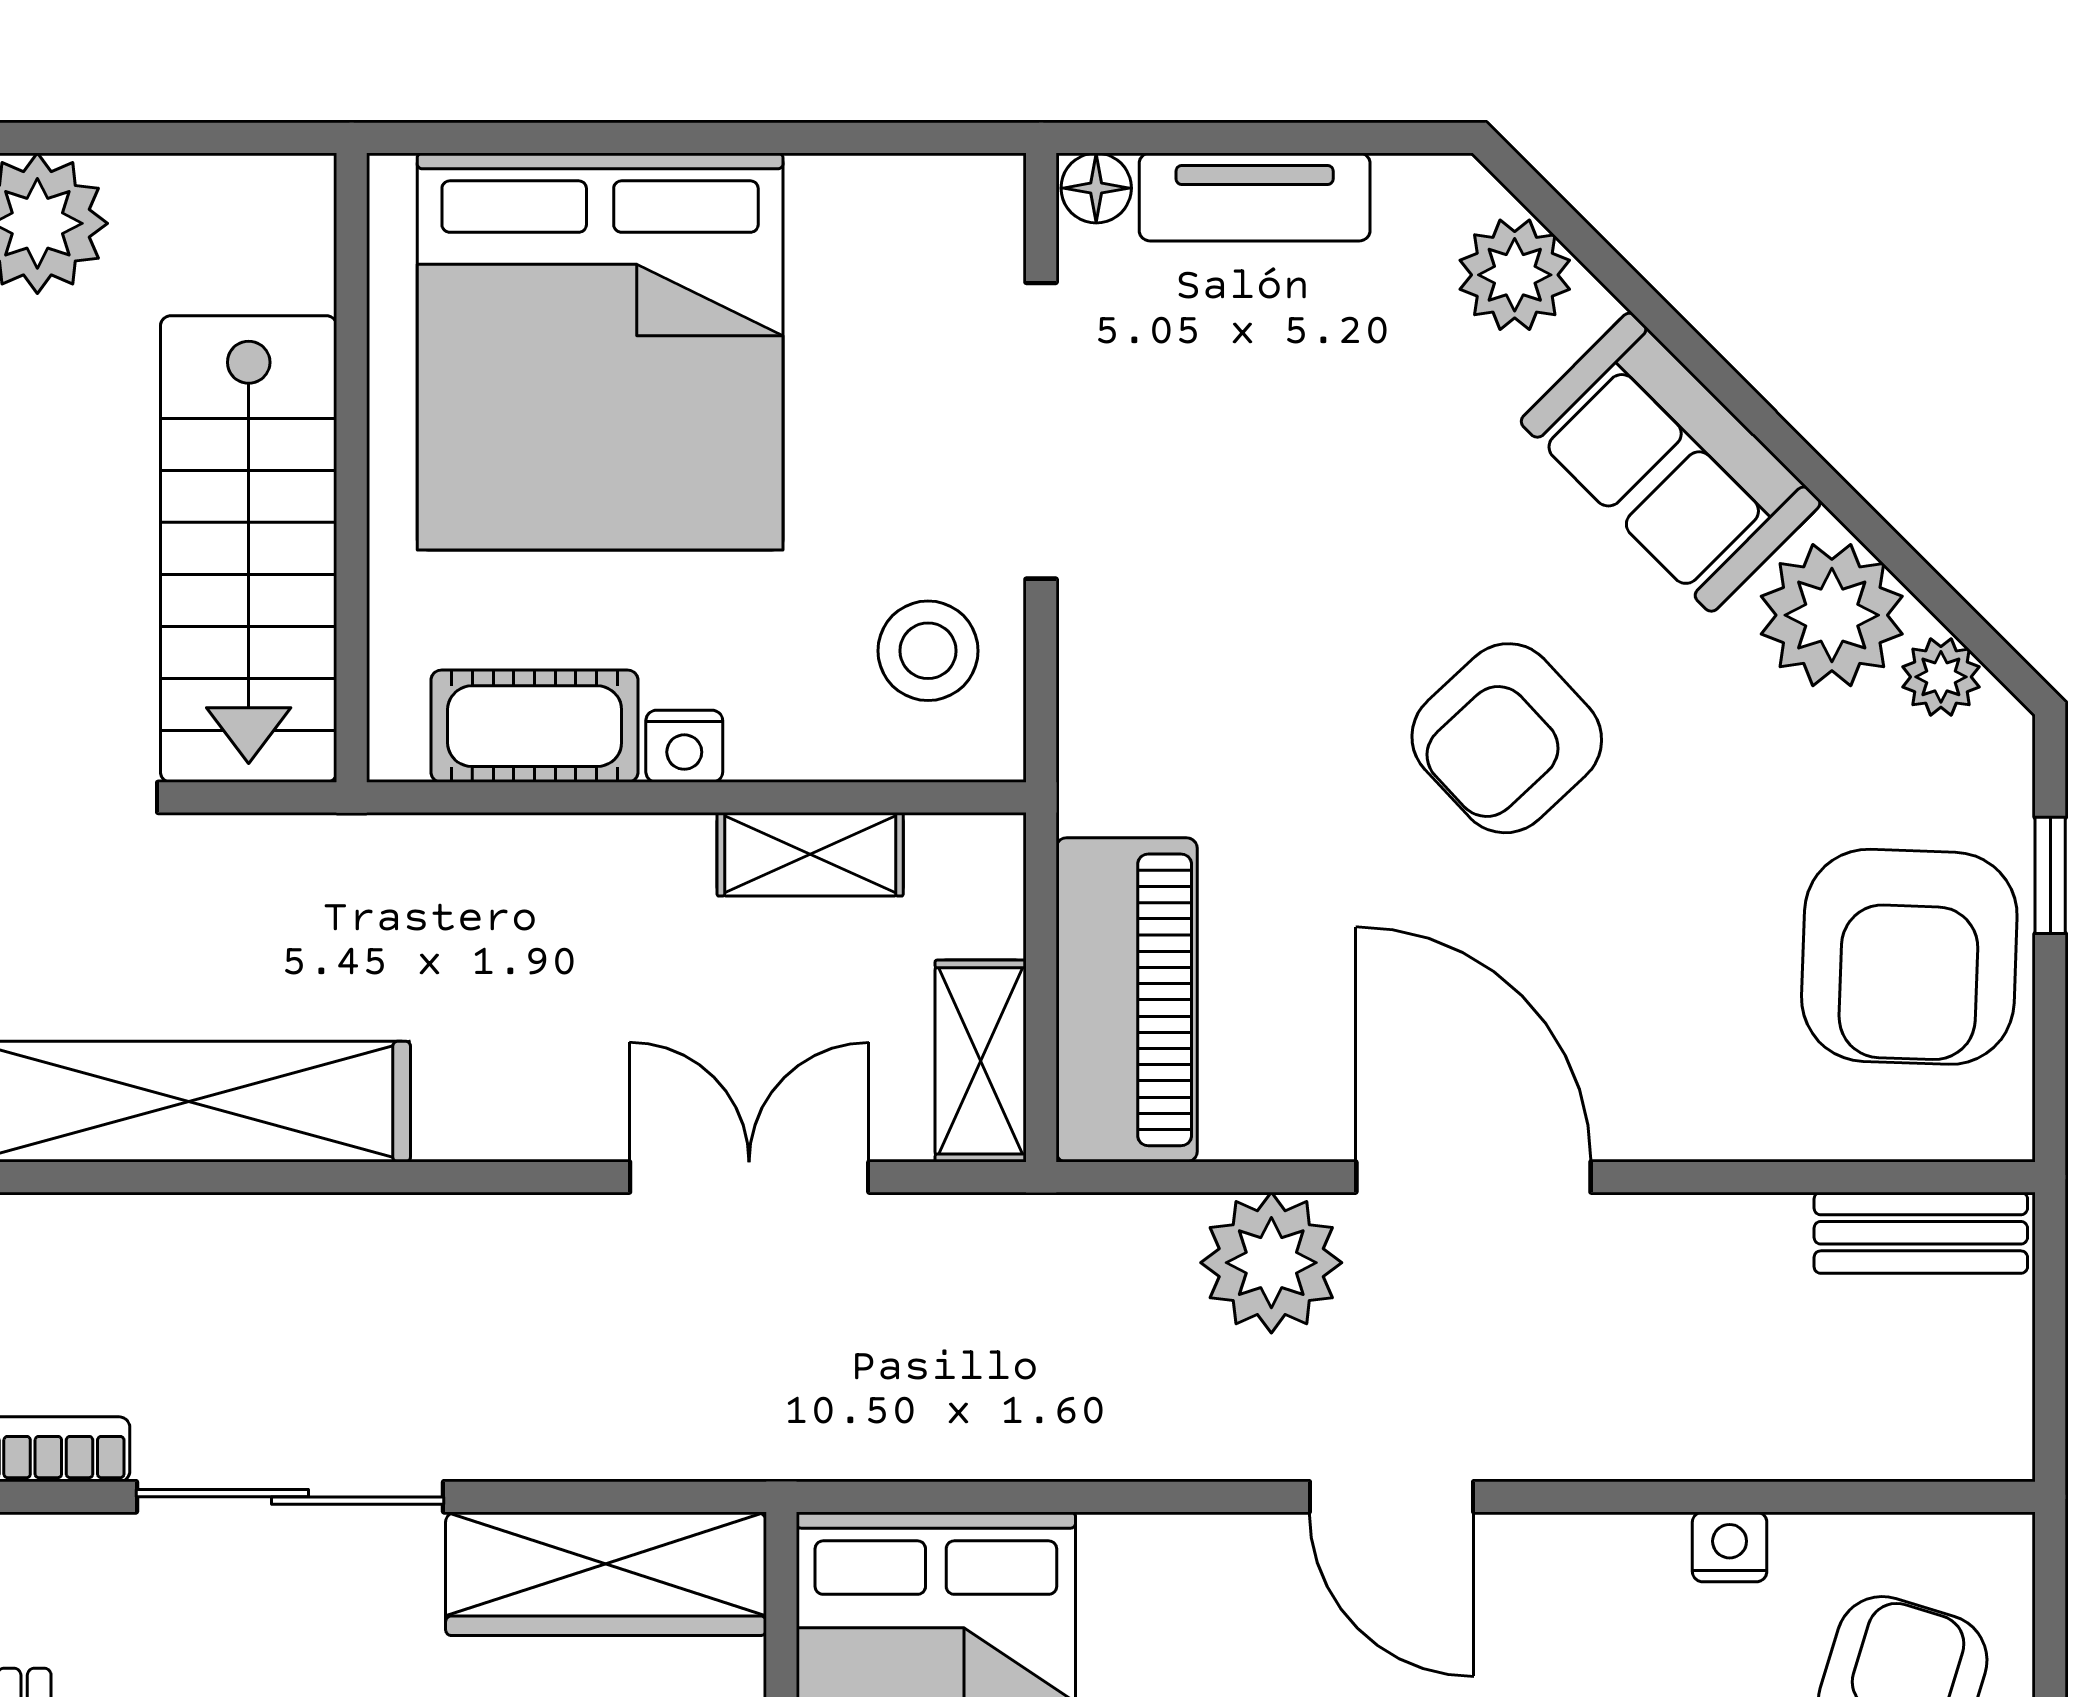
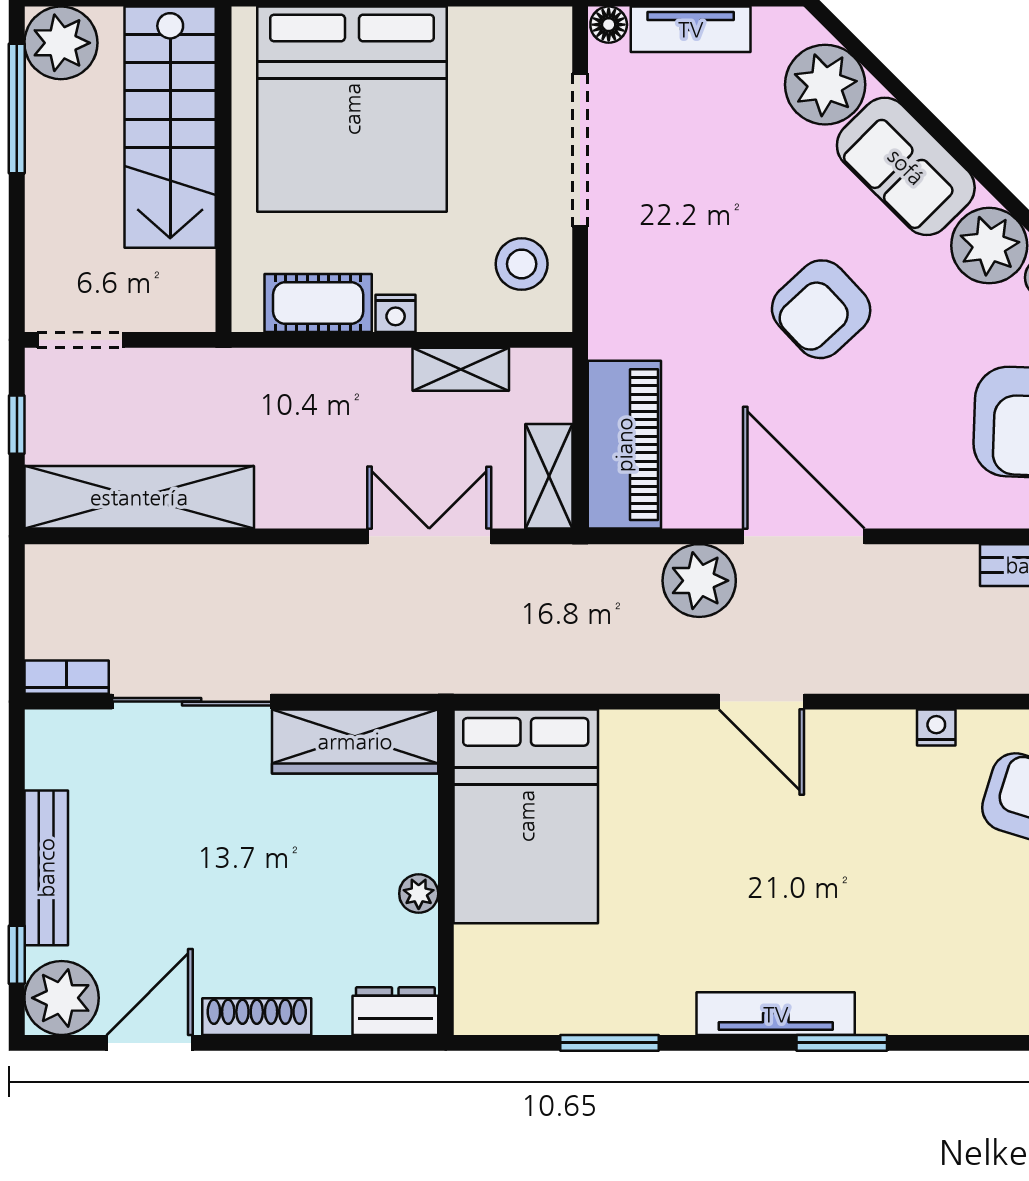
plant: (1515, 275) -> (825, 85), width x1.36, depth x1.36
stairs: (249, 549) -> (170, 127), moved

